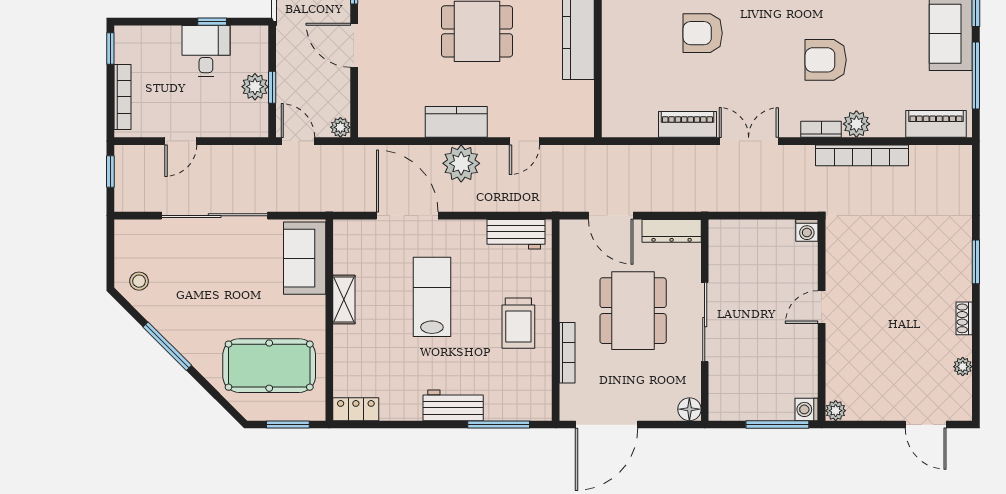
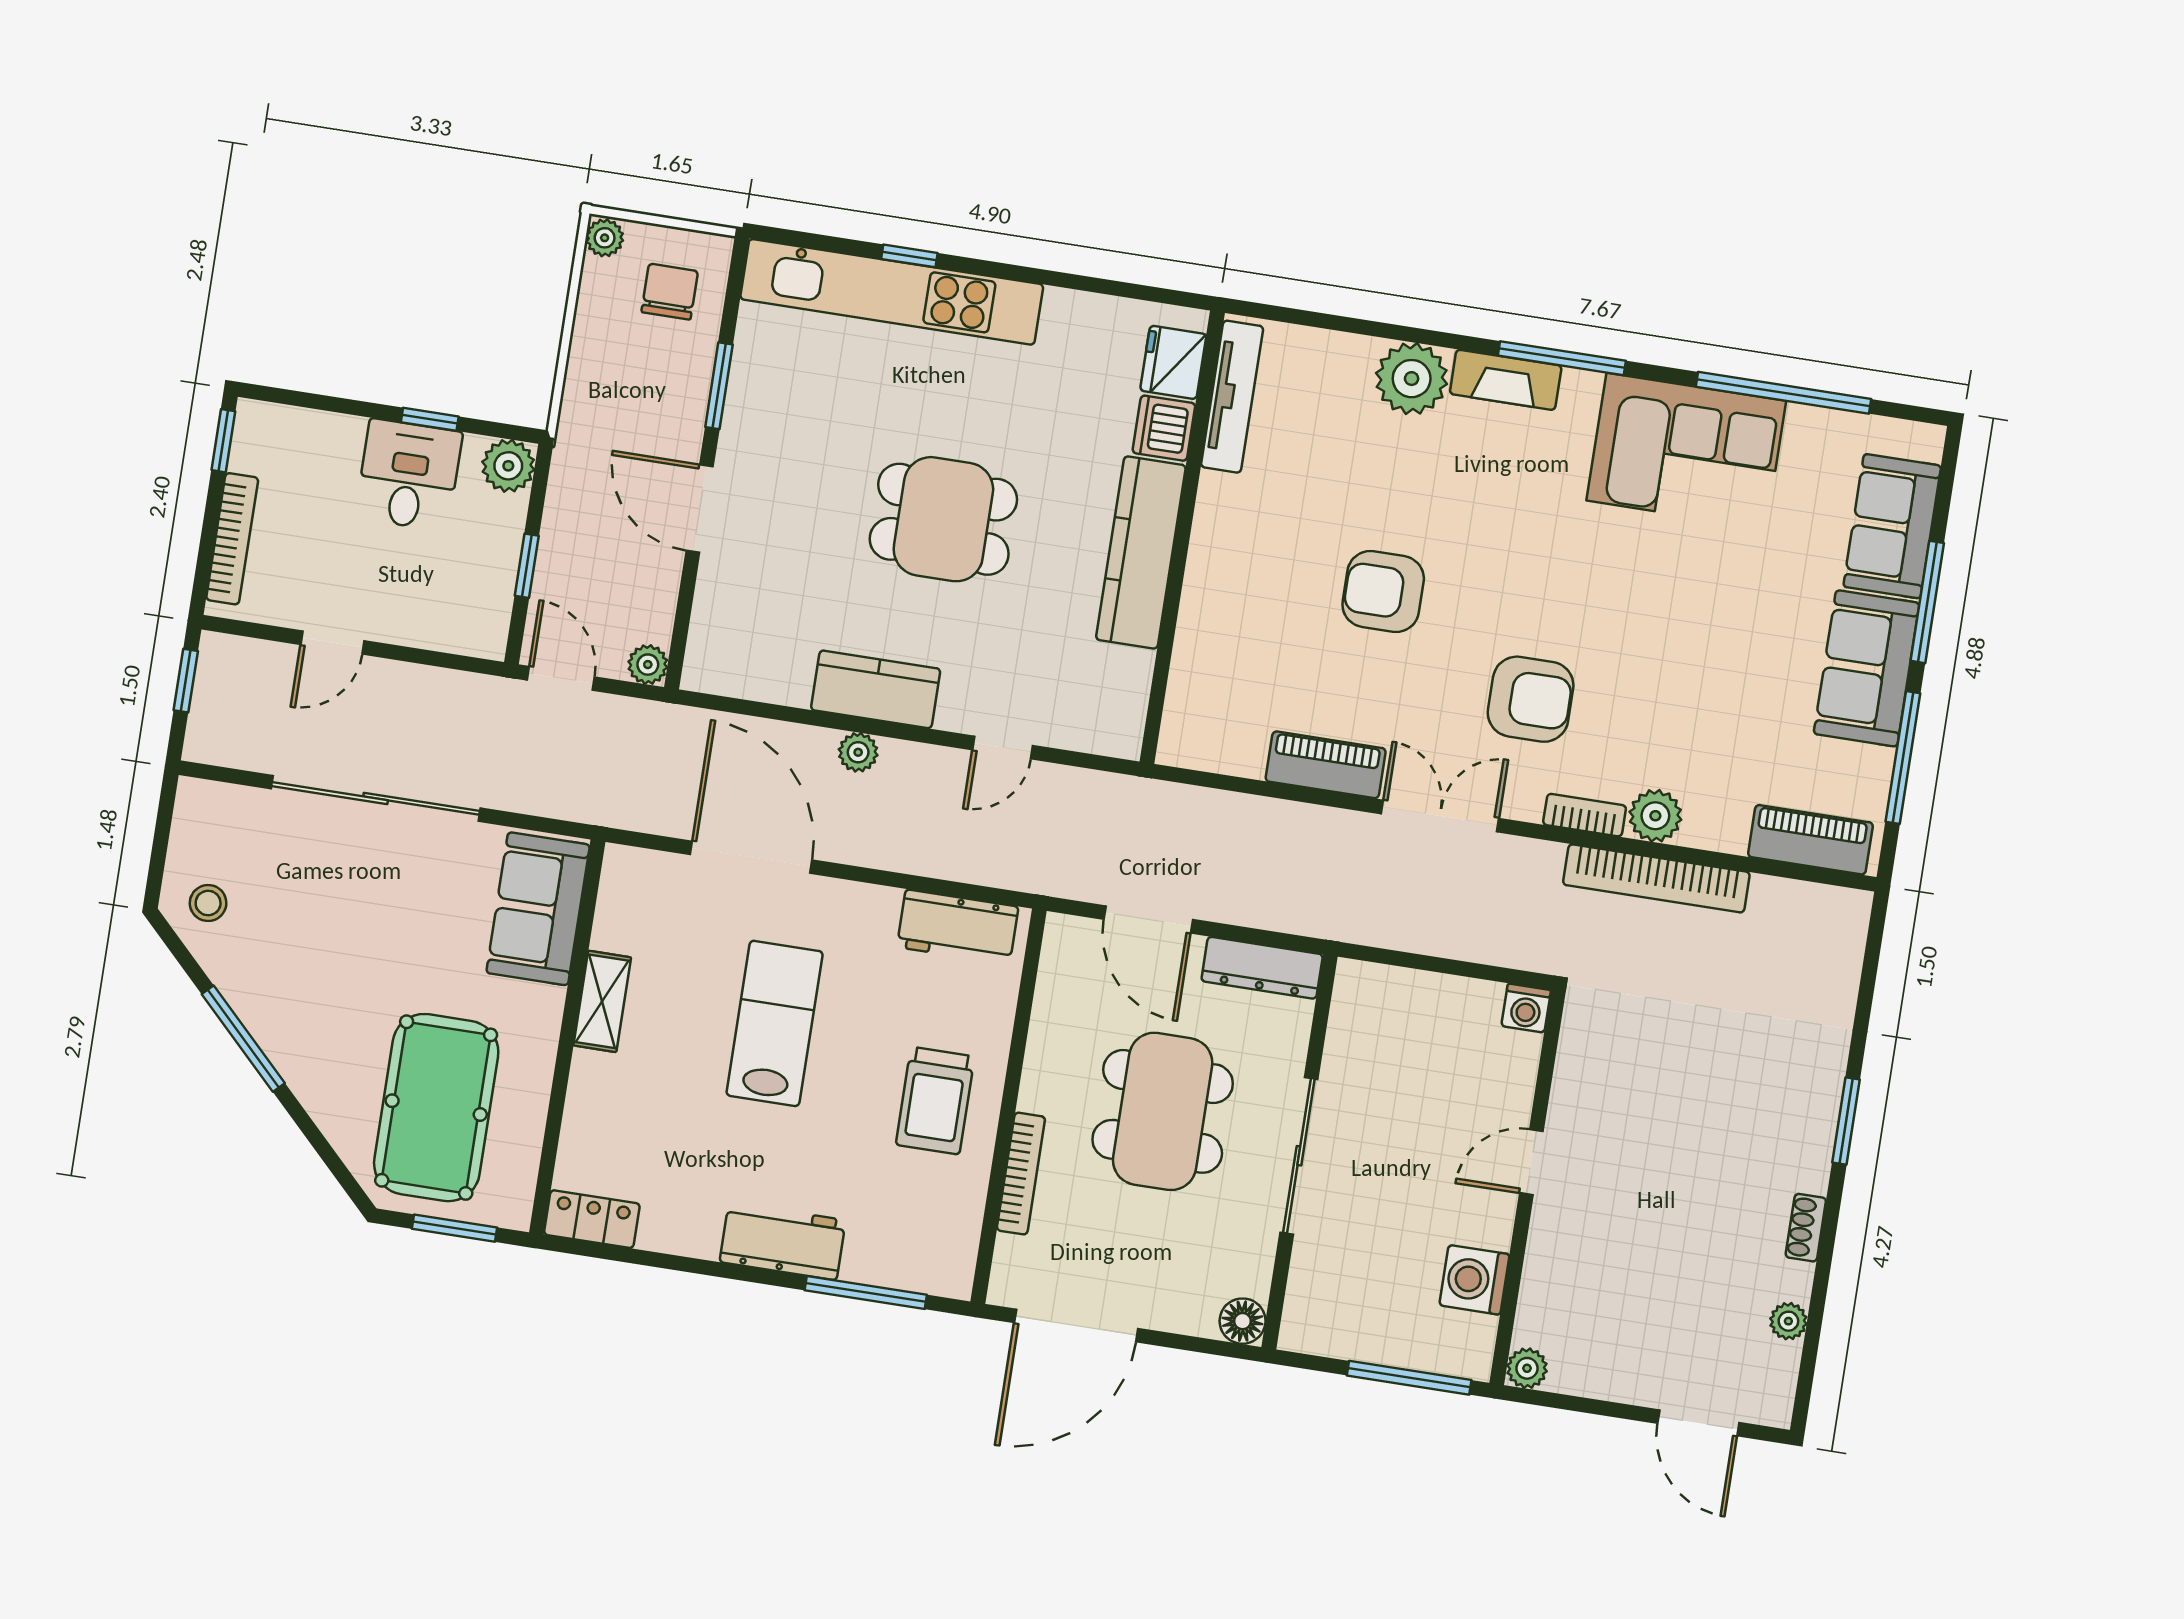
armchair: (826, 60) -> (1531, 699), moved, turned 180
plant: (255, 87) -> (508, 466), moved
plant: (461, 163) -> (858, 752), width x0.53, depth x0.53
pool table: (269, 366) -> (436, 1108), turned 90
washing machine: (807, 409) -> (1474, 1280), moved, width x1.38, depth x1.38

